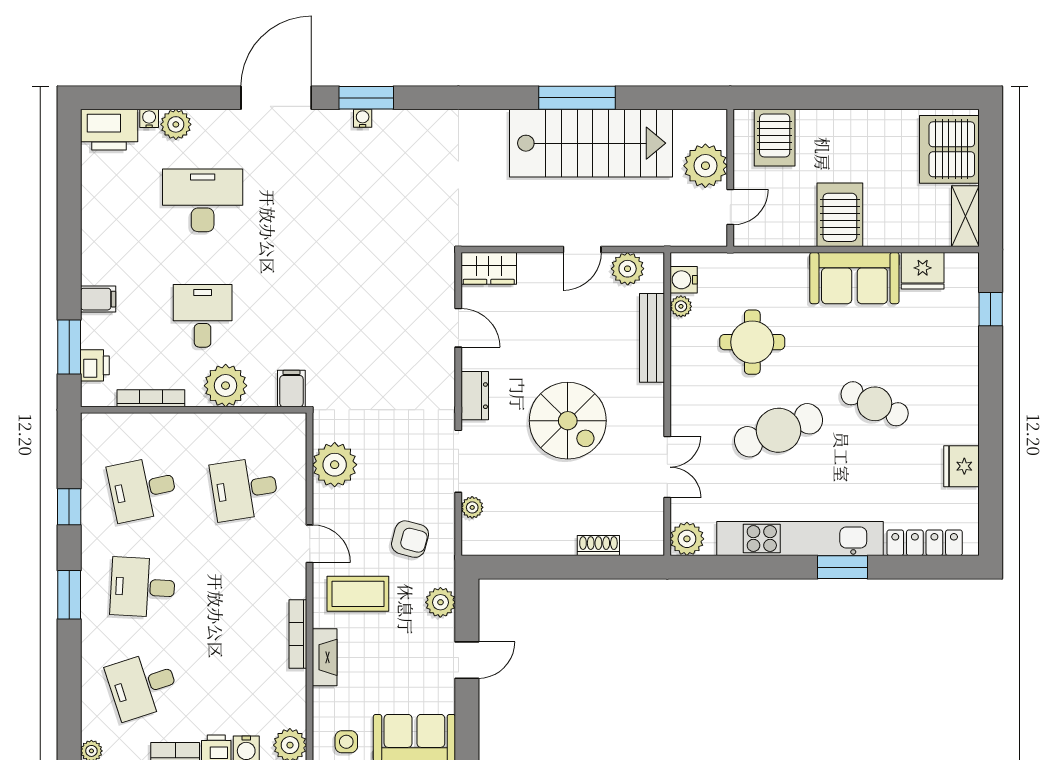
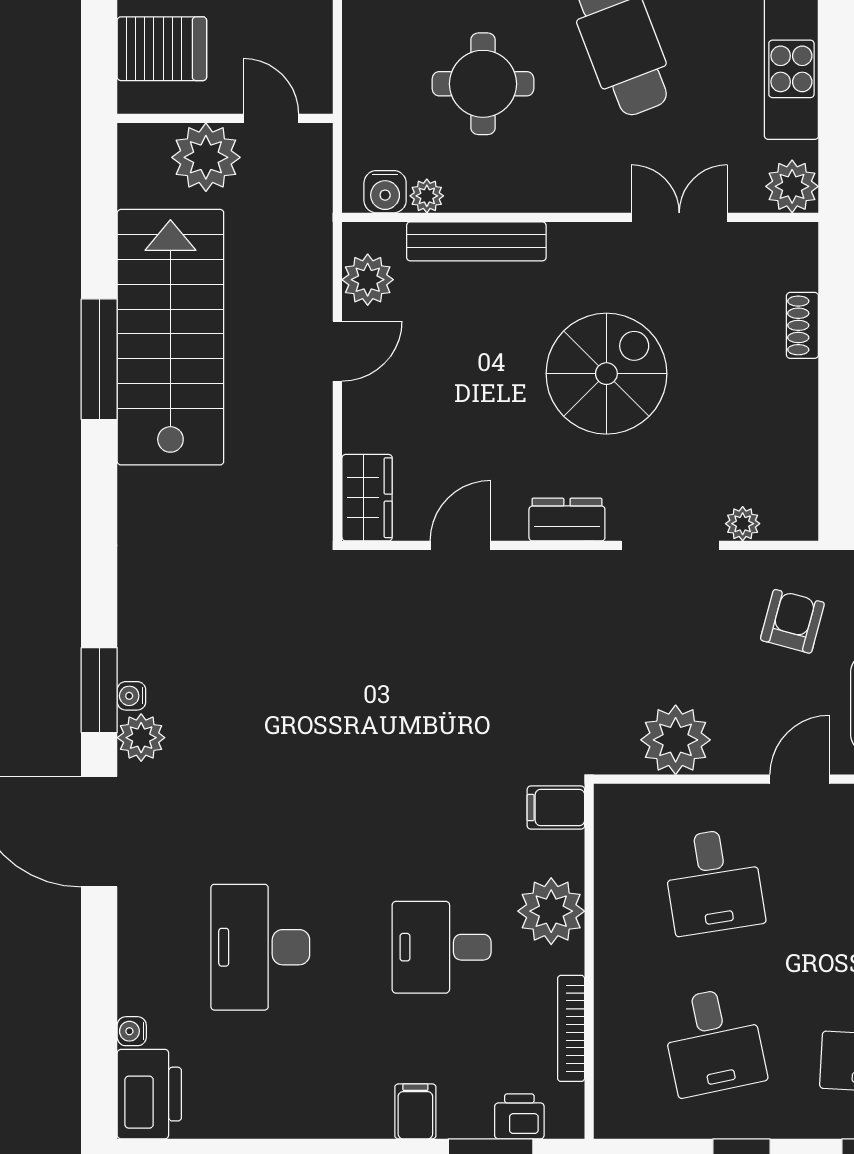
plant: (176, 124) -> (141, 738), moved
door: (582, 249) -> (337, 351), hinge flipped

